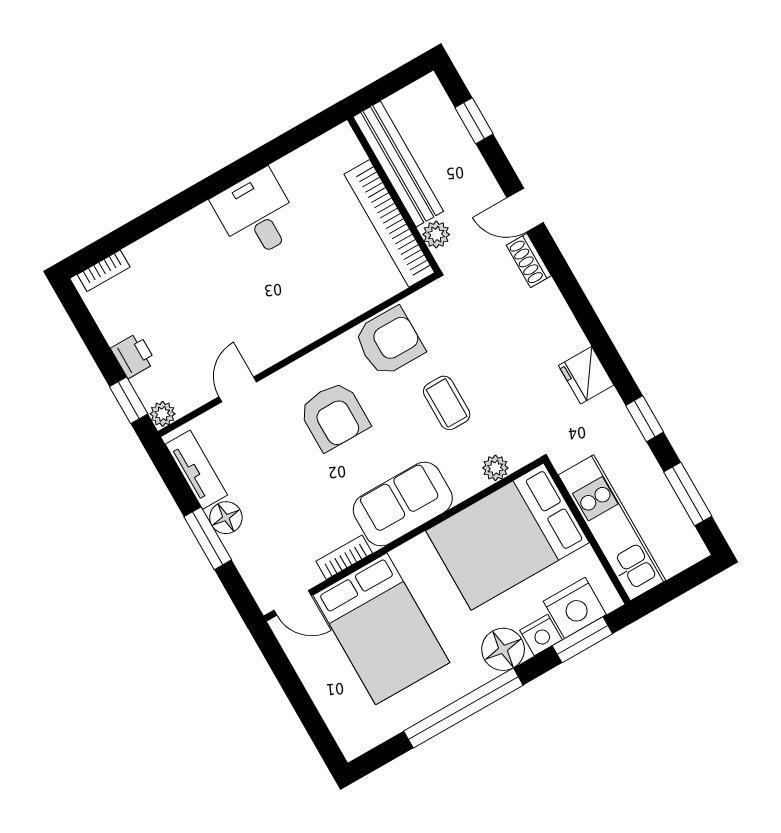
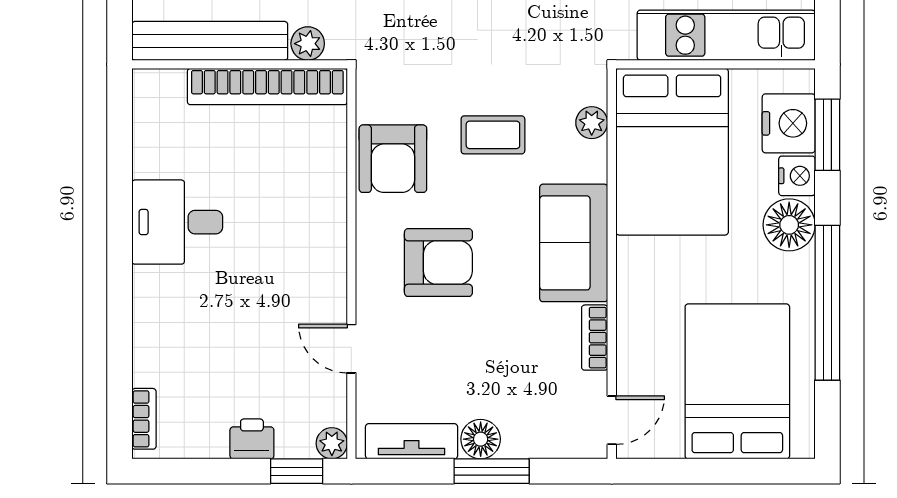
armchair: (389, 342) -> (393, 159), turned 180
bed: (381, 629) -> (737, 381), moved, turned -90

